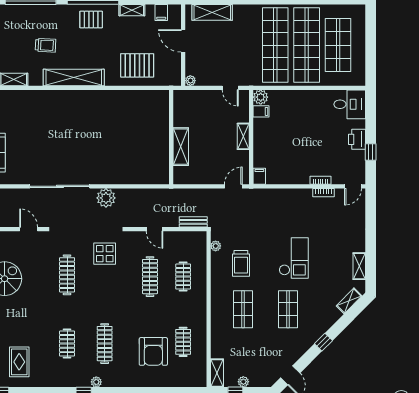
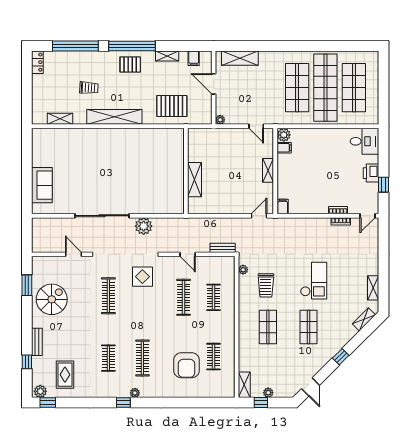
shop shelf: (275, 45) -> (297, 88), width x0.71
wall: (171, 137) -> (186, 171), moved
shelving: (181, 147) -> (195, 180), moved

